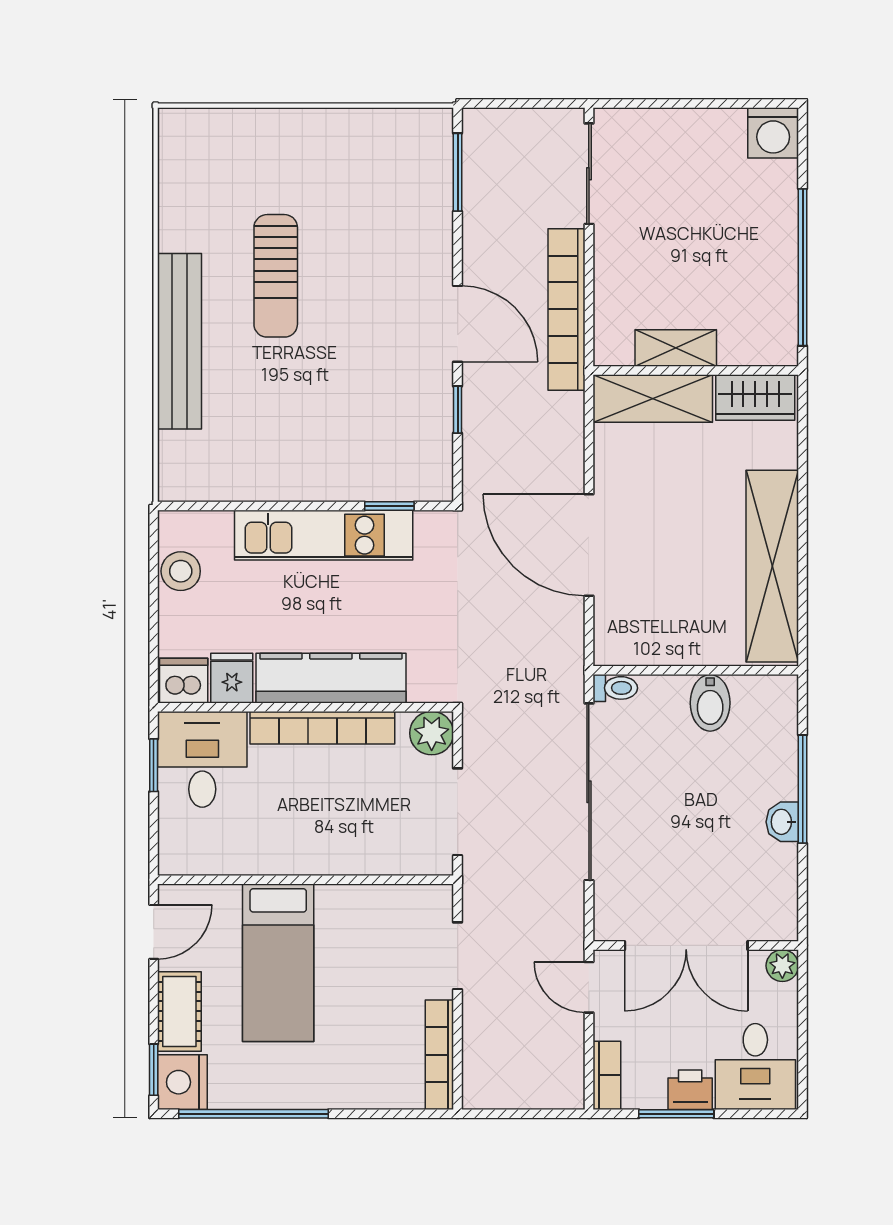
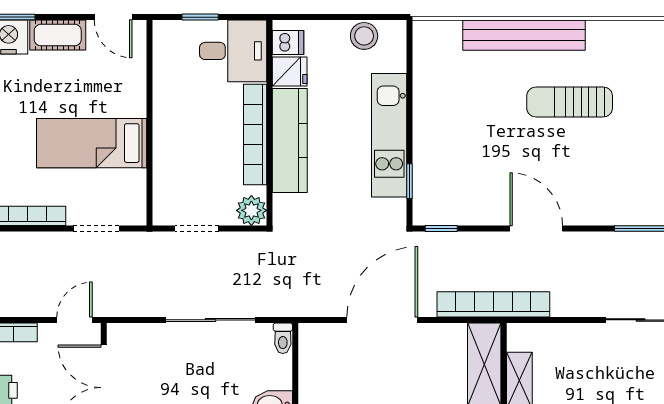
bookcase: (566, 309) -> (493, 304), moved
door: (458, 324) -> (536, 229), swing flipped
window: (458, 410) -> (441, 229), moved
dishwasher: (184, 681) -> (288, 43), width x0.73
window: (154, 765) -> (200, 17), moved
sliding door: (589, 792) -> (211, 320), width x0.73
doorway: (458, 812) -> (197, 229), width x0.73
bed: (278, 963) -> (92, 143), moved

